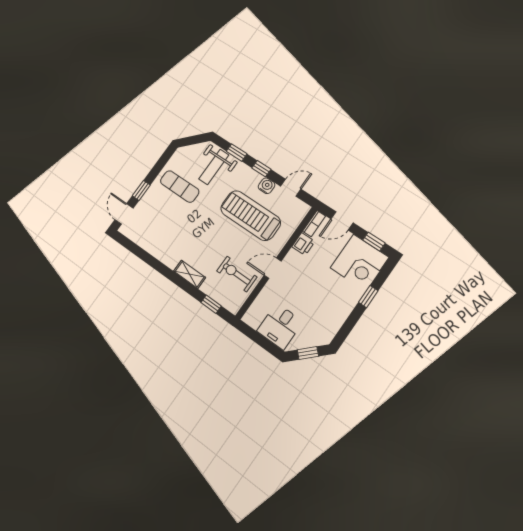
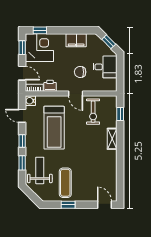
weight bench: (214, 167) -> (40, 170), turned -90
water cooler: (267, 186) -> (30, 101), moved
window: (141, 190) -> (68, 205), moved
door: (124, 214) -> (104, 205), swing flipped
chair: (295, 291) -> (80, 72), added
window: (368, 297) -> (40, 30), moved
filing cabinet: (338, 314) -> (76, 40), added

